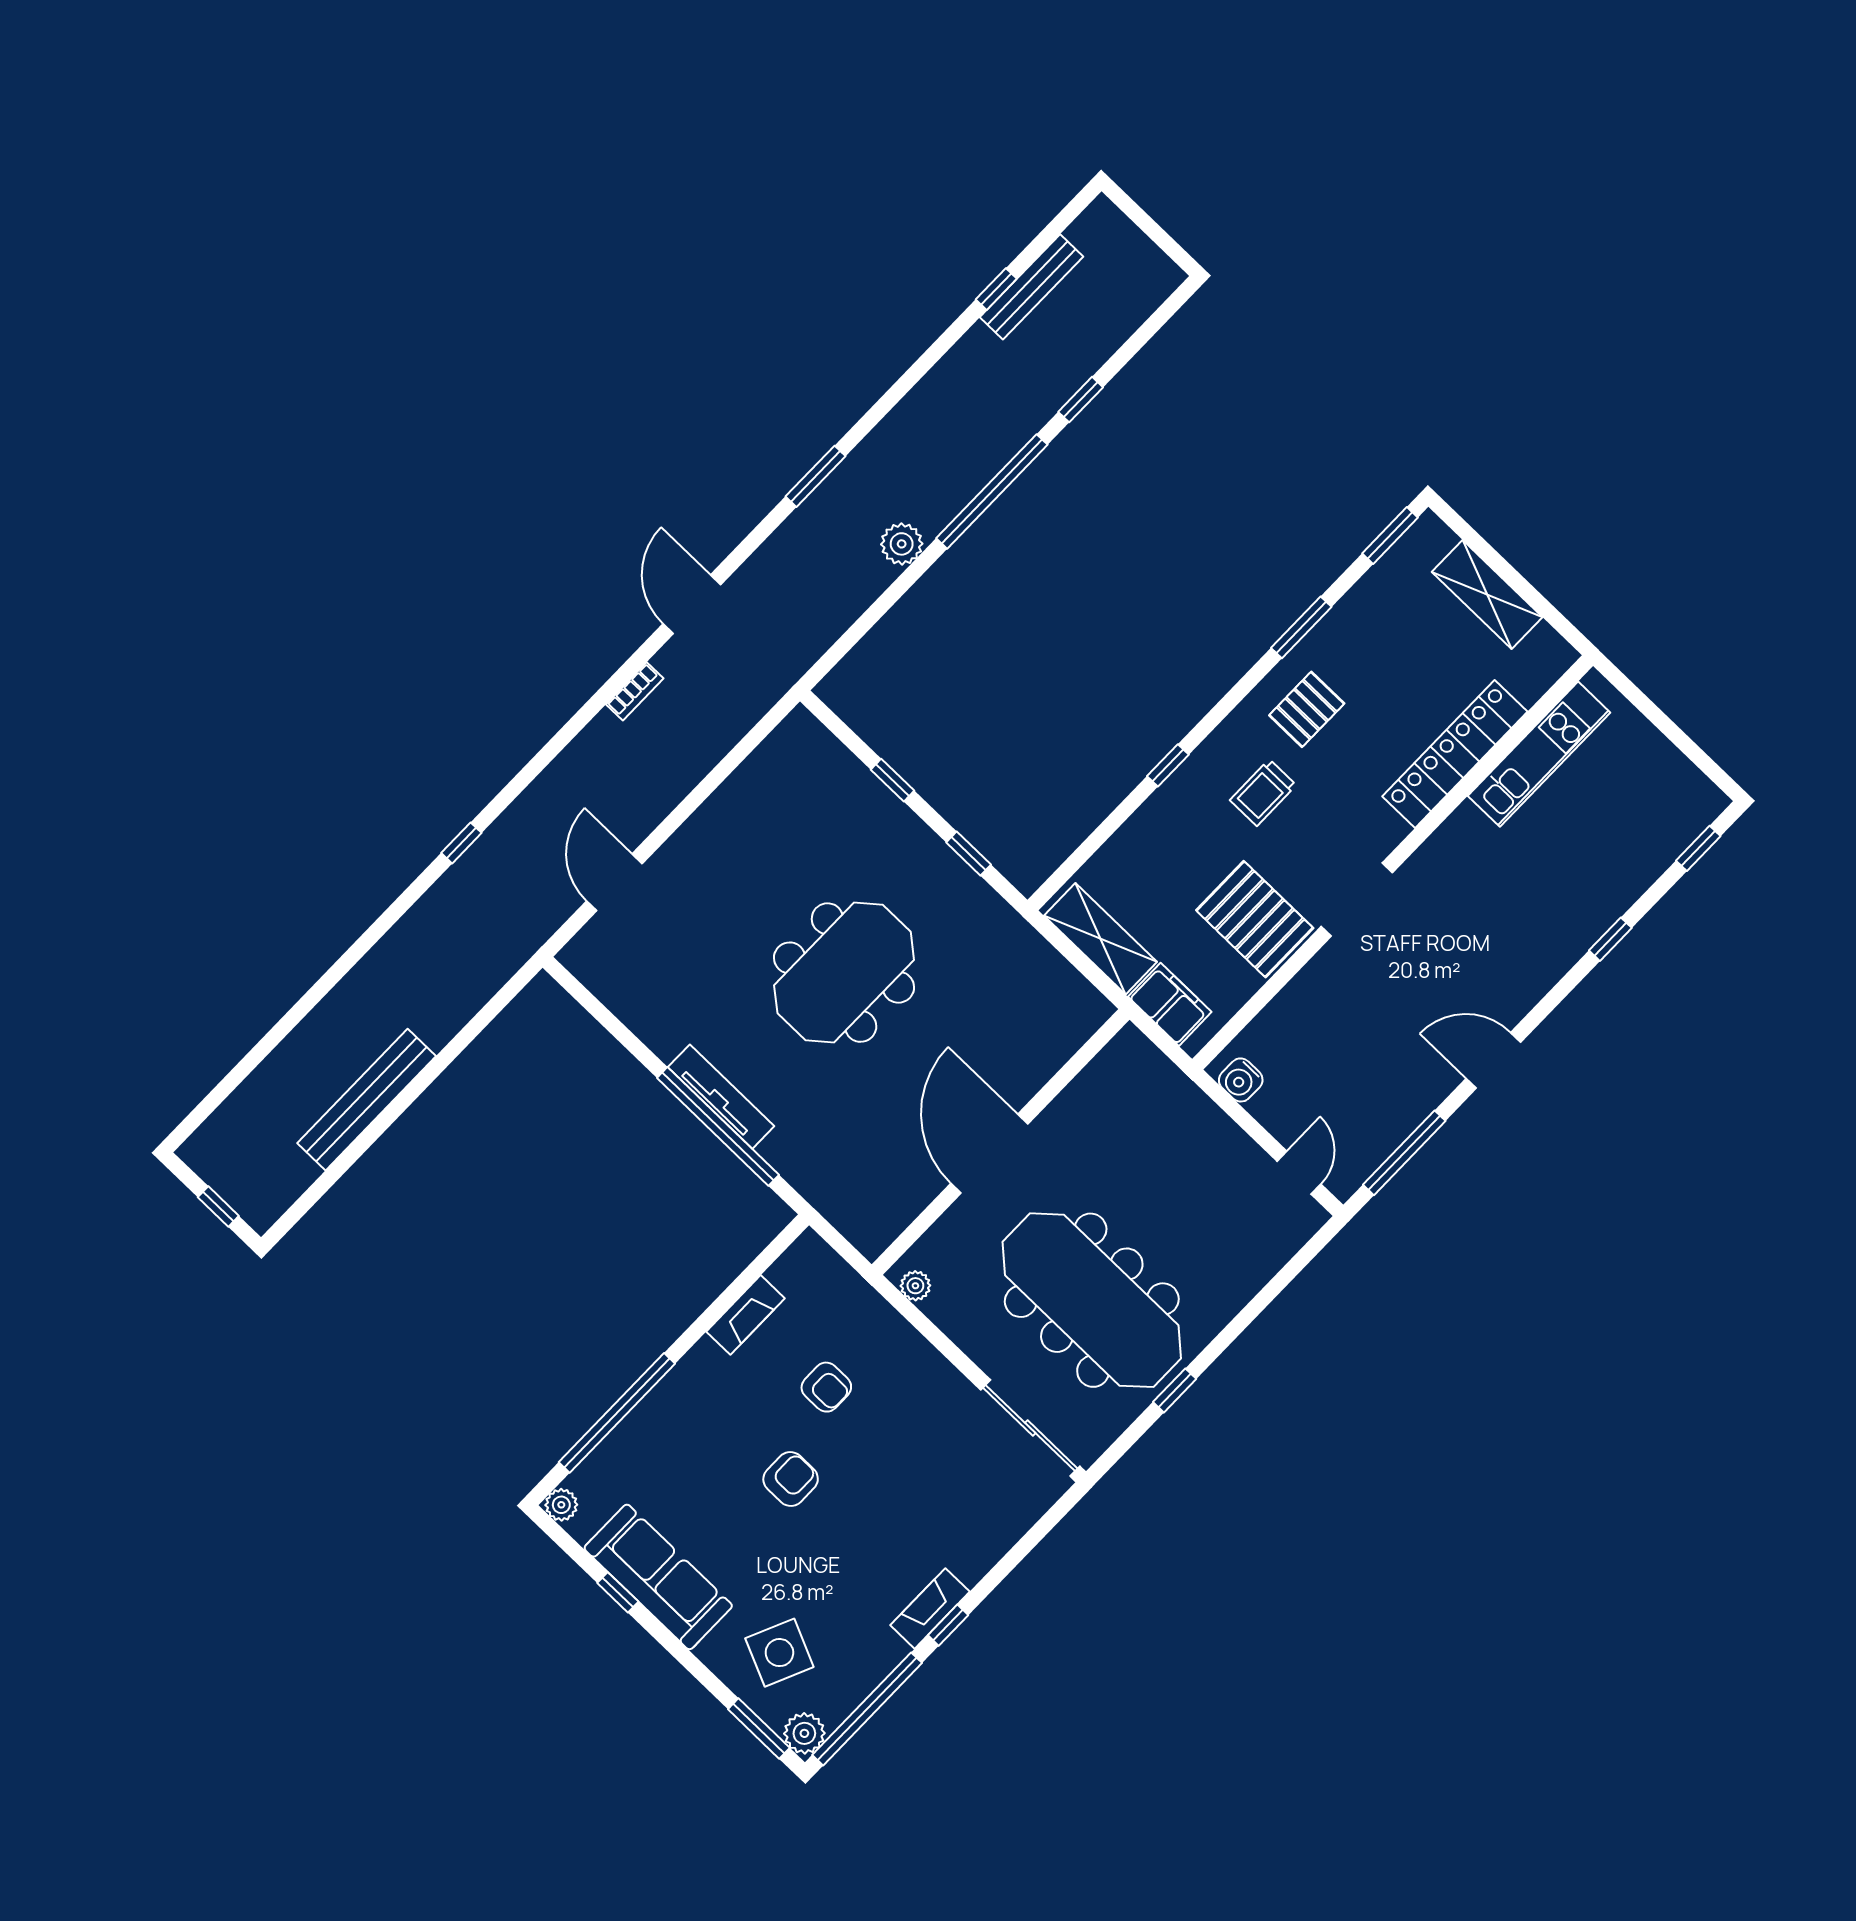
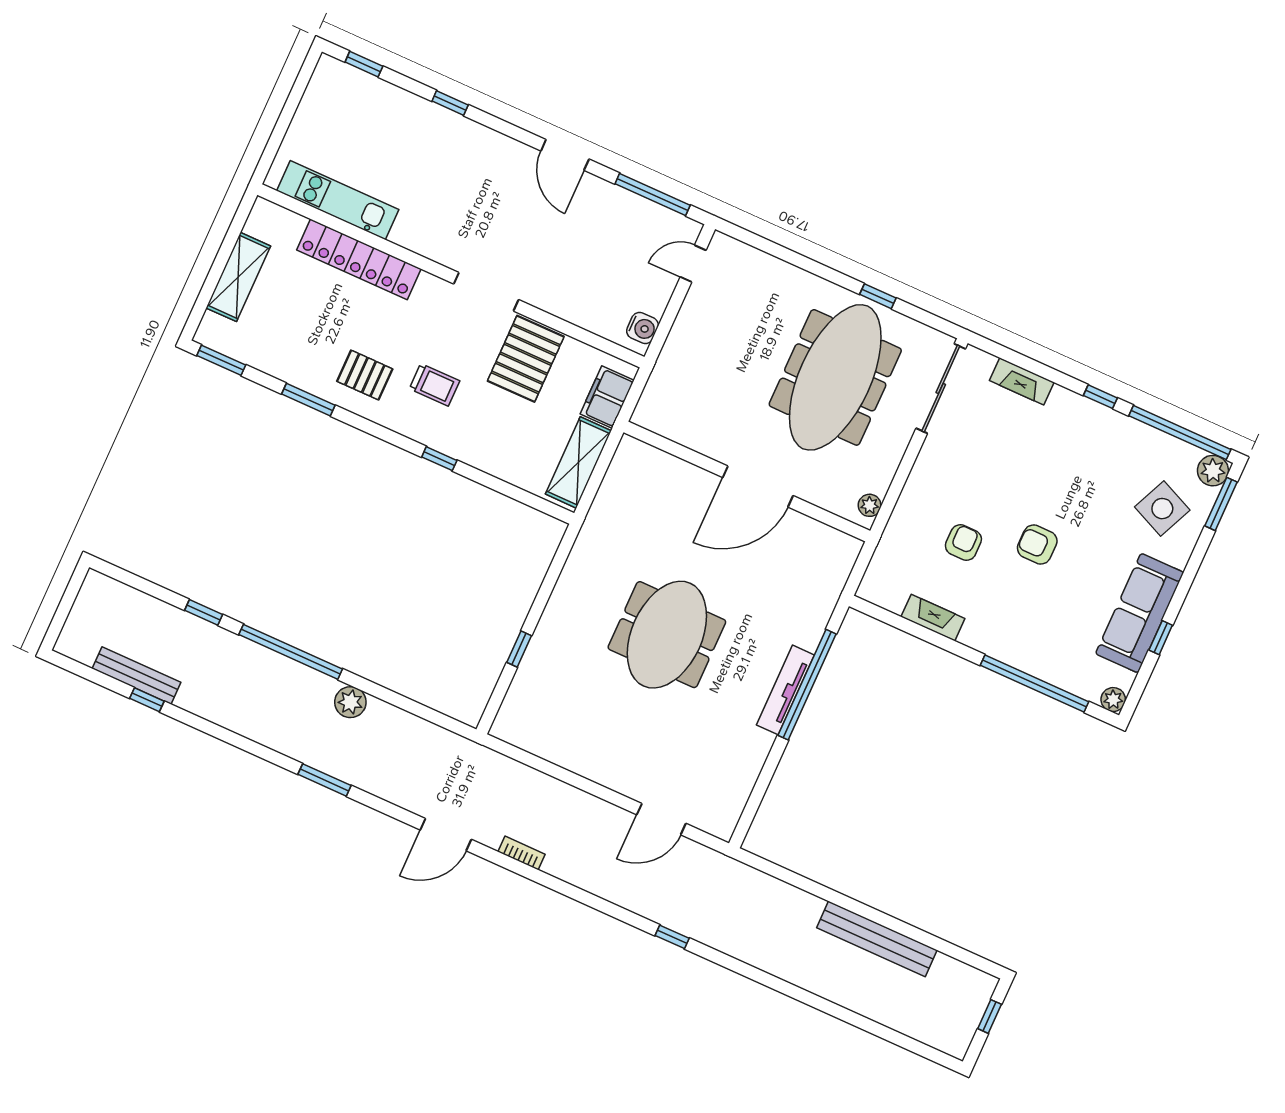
window: (969, 854) -> (552, 577), removed
meeting table: (844, 973) -> (667, 635), turned 90
fireplace: (930, 1608) -> (1022, 381), moved

